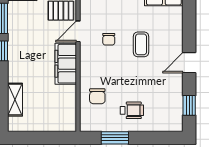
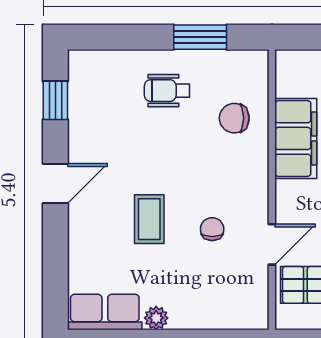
filing cabinet: (66, 64) -> (296, 138), moved
chair: (97, 96) -> (234, 118), turned -90

